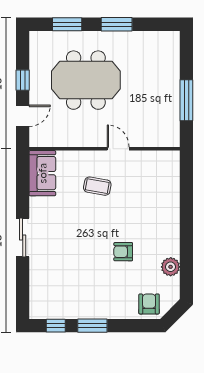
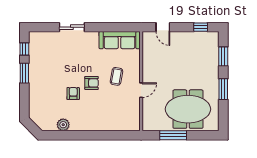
window: (23, 80) -> (201, 27), moved
meeting table: (86, 80) -> (188, 109), moved, turned 90
sofa: (42, 173) -> (120, 40), width x1.36
sliding door: (23, 237) -> (72, 27), moved
armchair: (149, 304) -> (92, 83), moved

